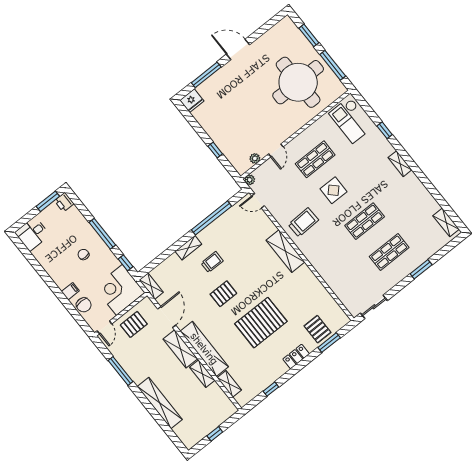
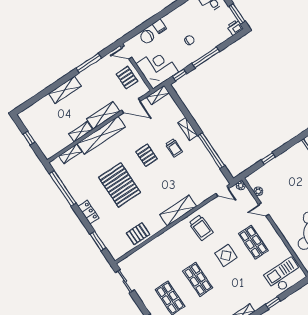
door: (258, 201) -> (222, 191), swing flipped
pallet: (317, 329) -> (138, 234), moved
window: (271, 389) -> (63, 189), width x3.17
shelving: (160, 403) -> (65, 90), width x0.68

